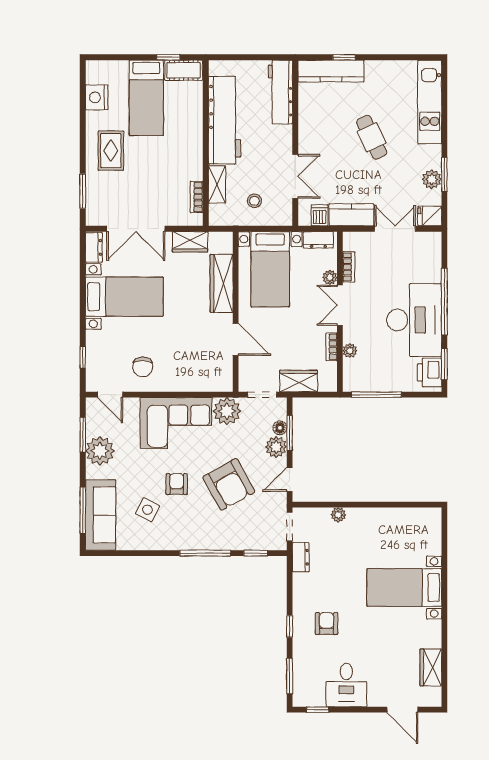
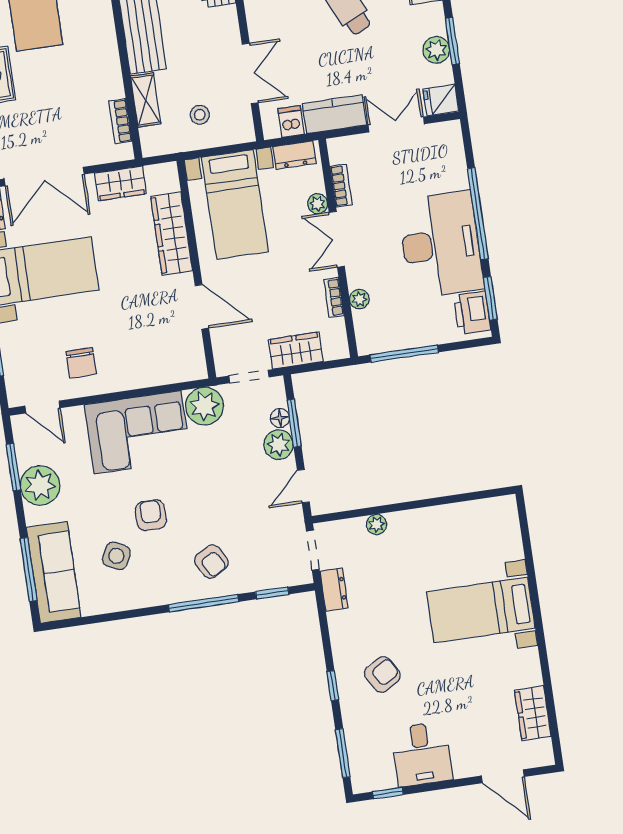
armchair: (229, 484) -> (211, 561), moved, width x0.53, depth x0.53
armchair: (327, 624) -> (382, 674), turned 59

